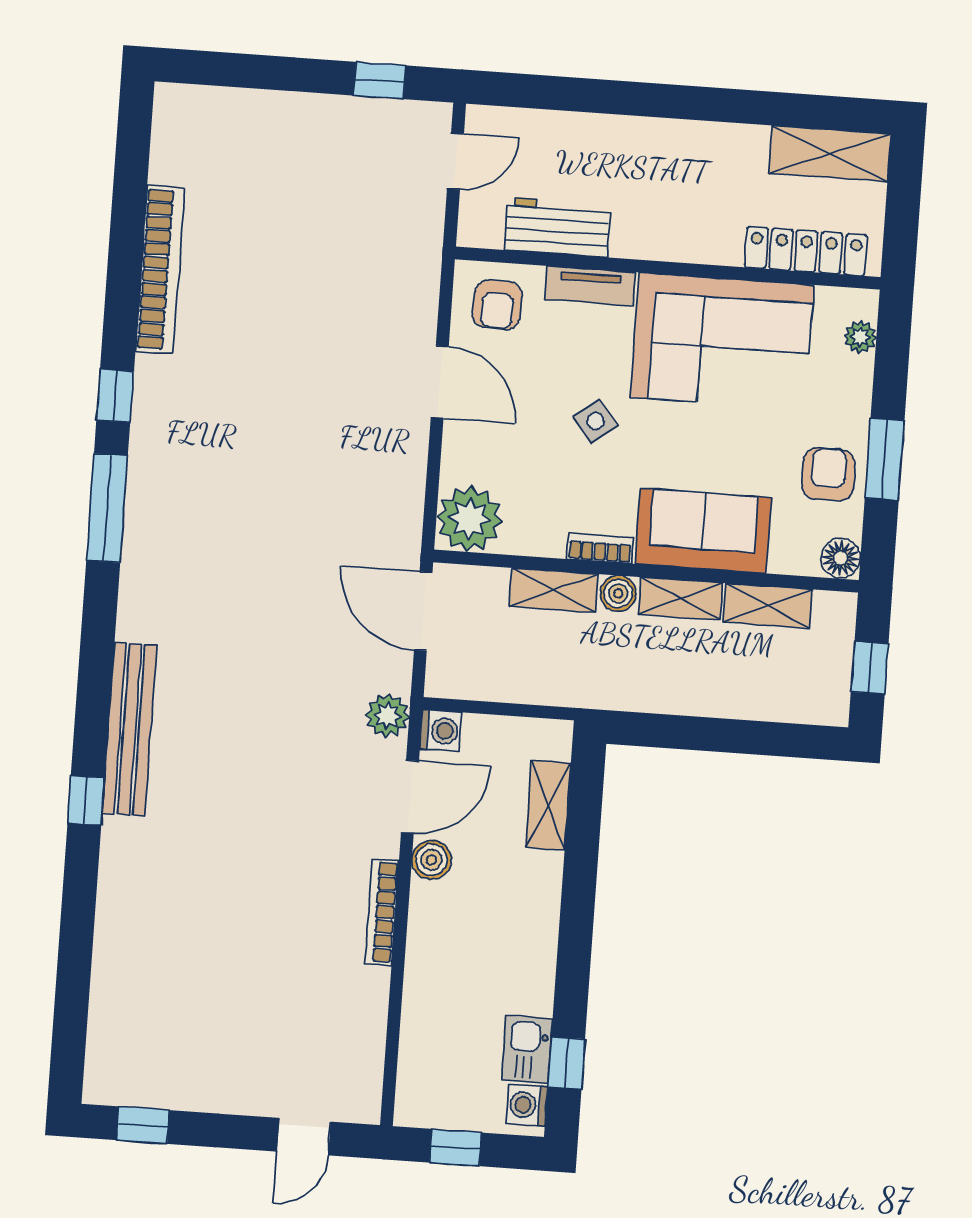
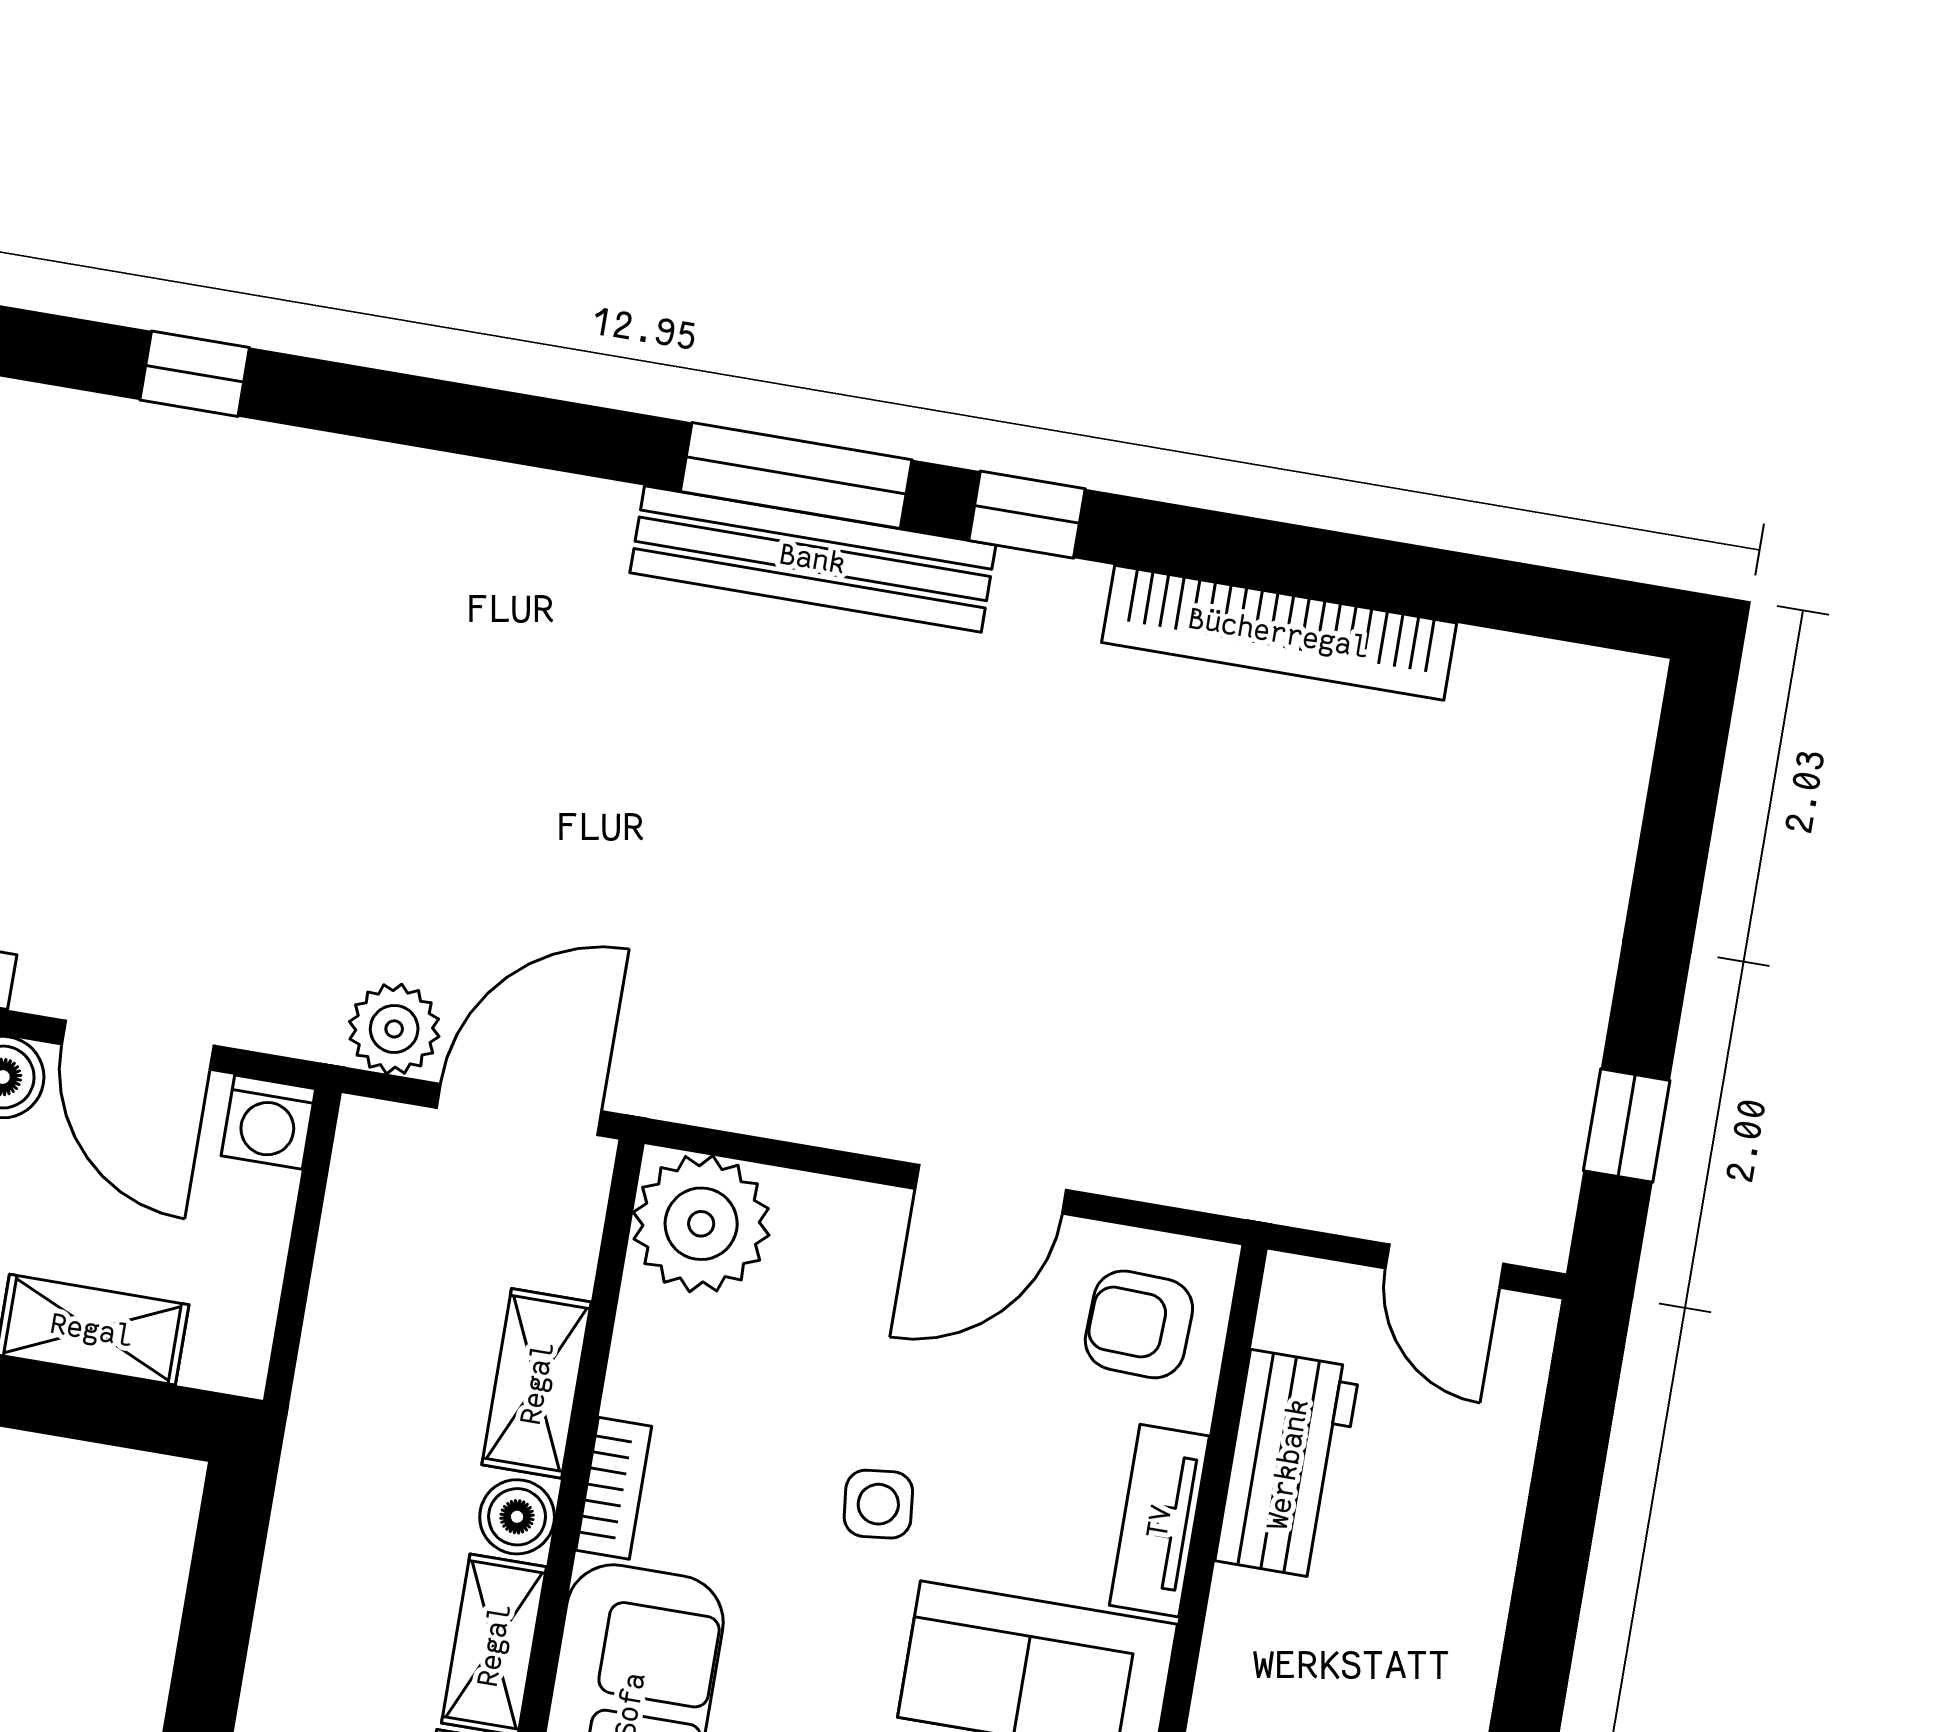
side table: (595, 421) -> (878, 1504), turned 33
plant: (387, 716) -> (394, 1029), moved
bench: (129, 729) -> (813, 559), moved

